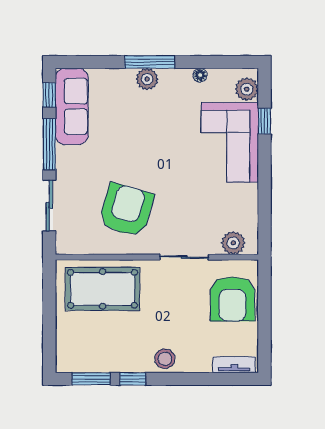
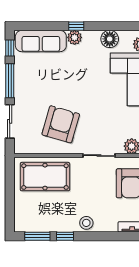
window: (150, 62) -> (76, 26), width x0.46
floor lamp: (200, 75) -> (110, 39), width x1.89, depth x1.89
sofa: (72, 106) -> (41, 41), moved, turned 90

